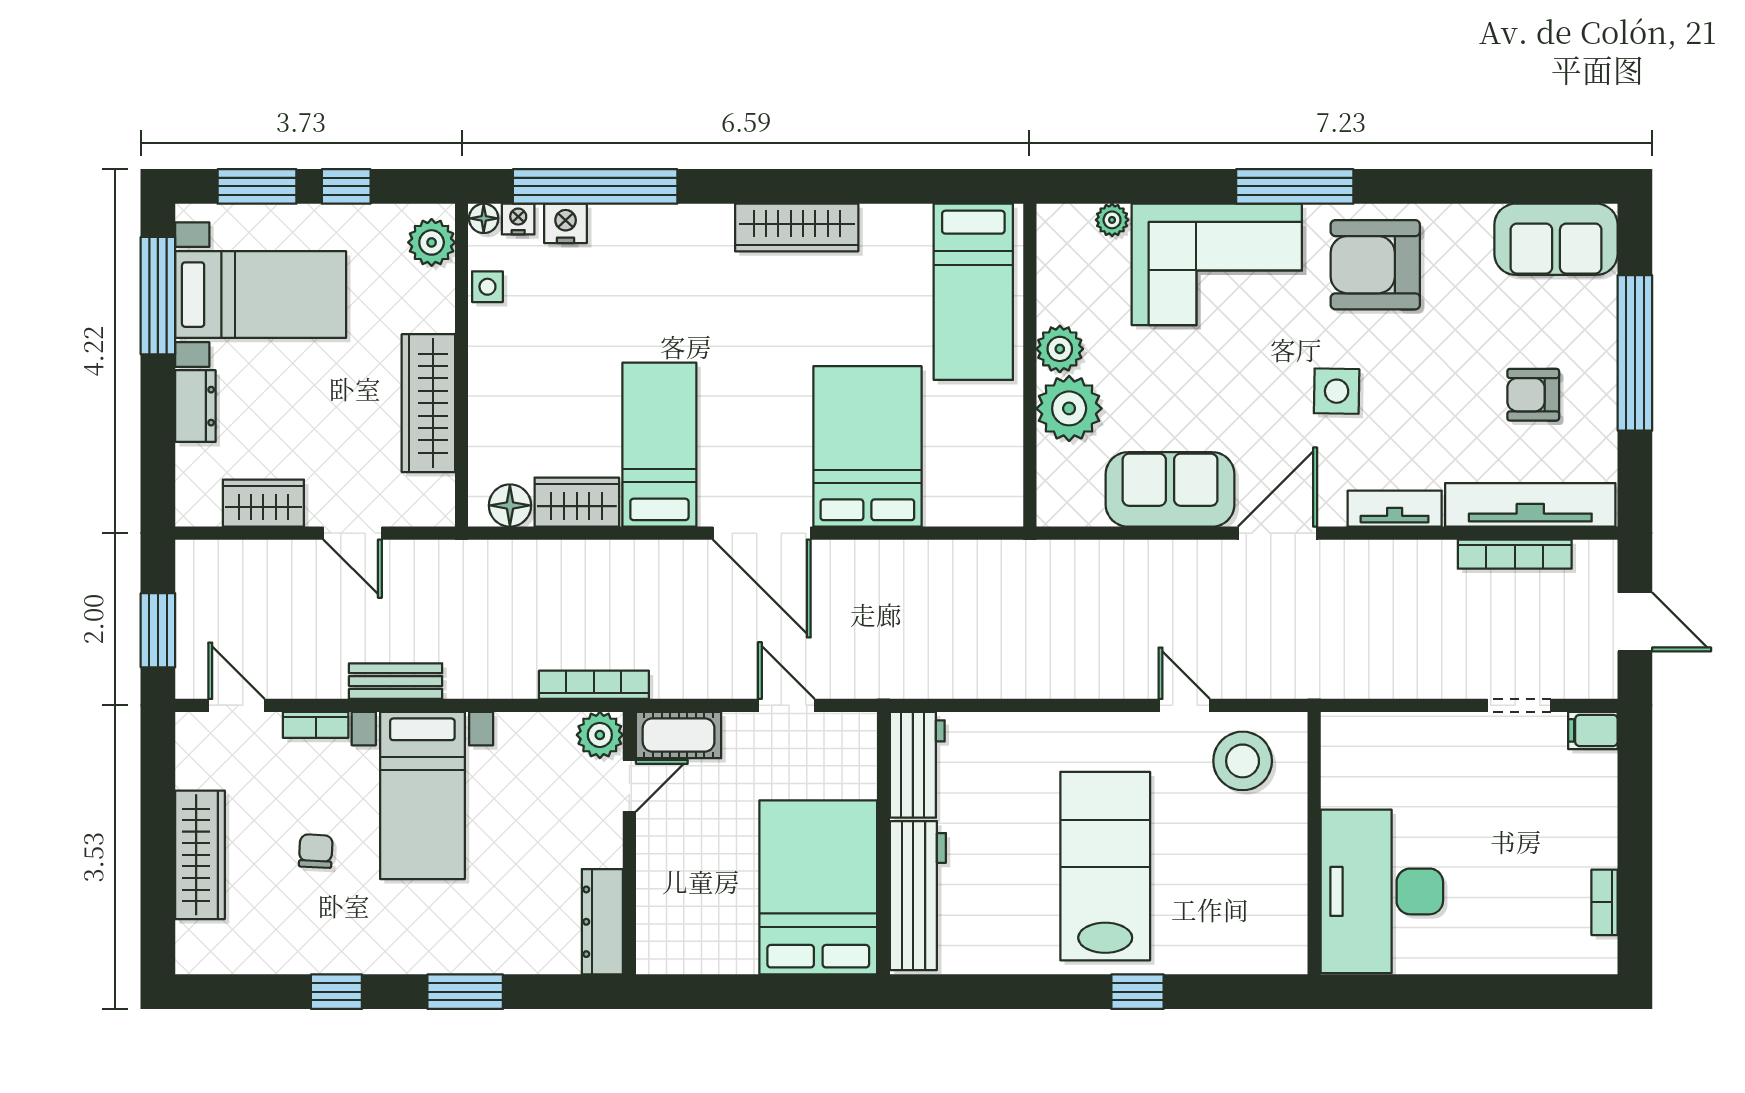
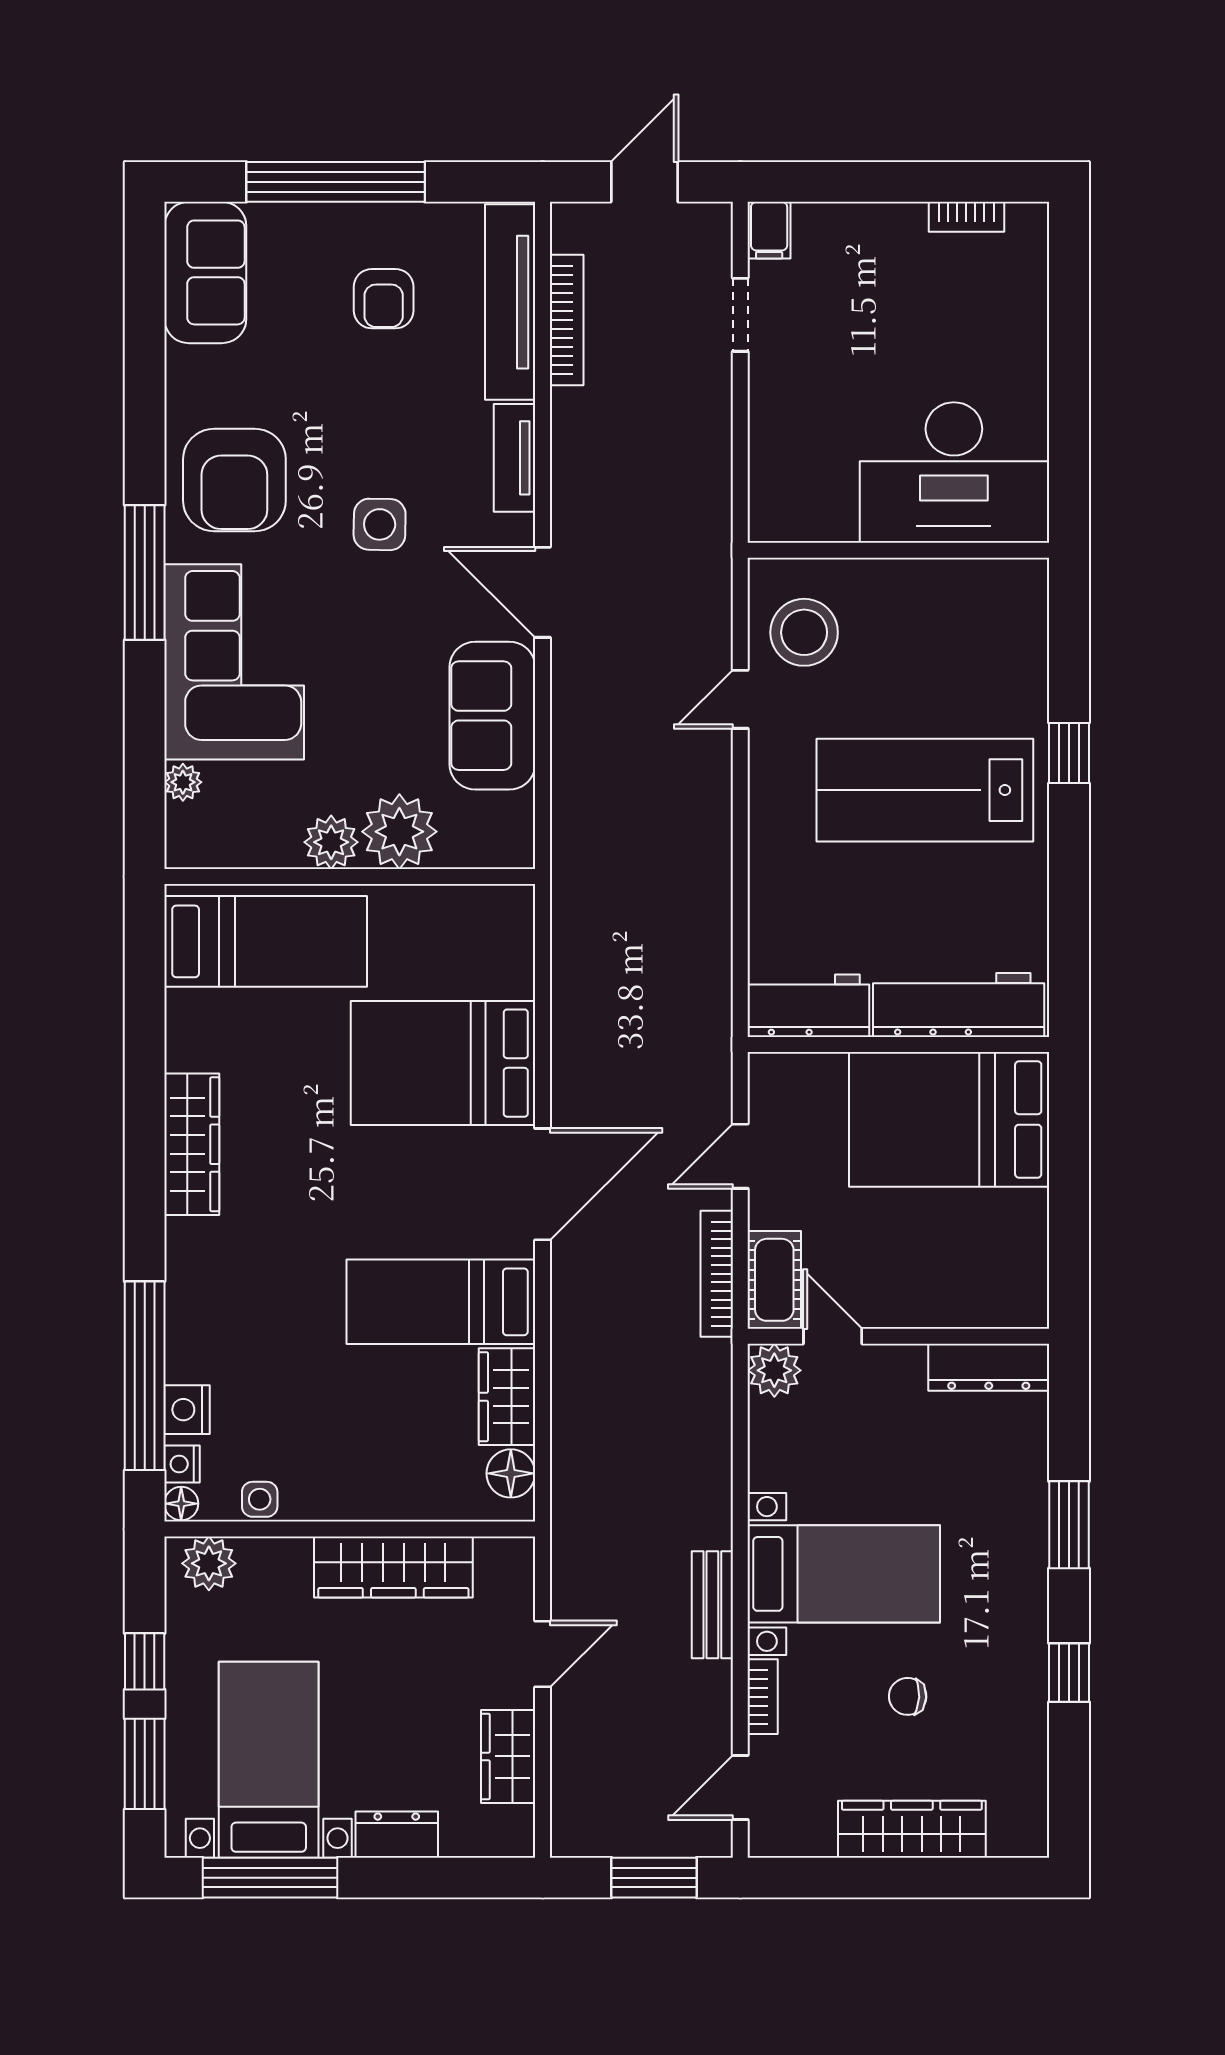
bookcase: (594, 685) -> (717, 1274), moved

